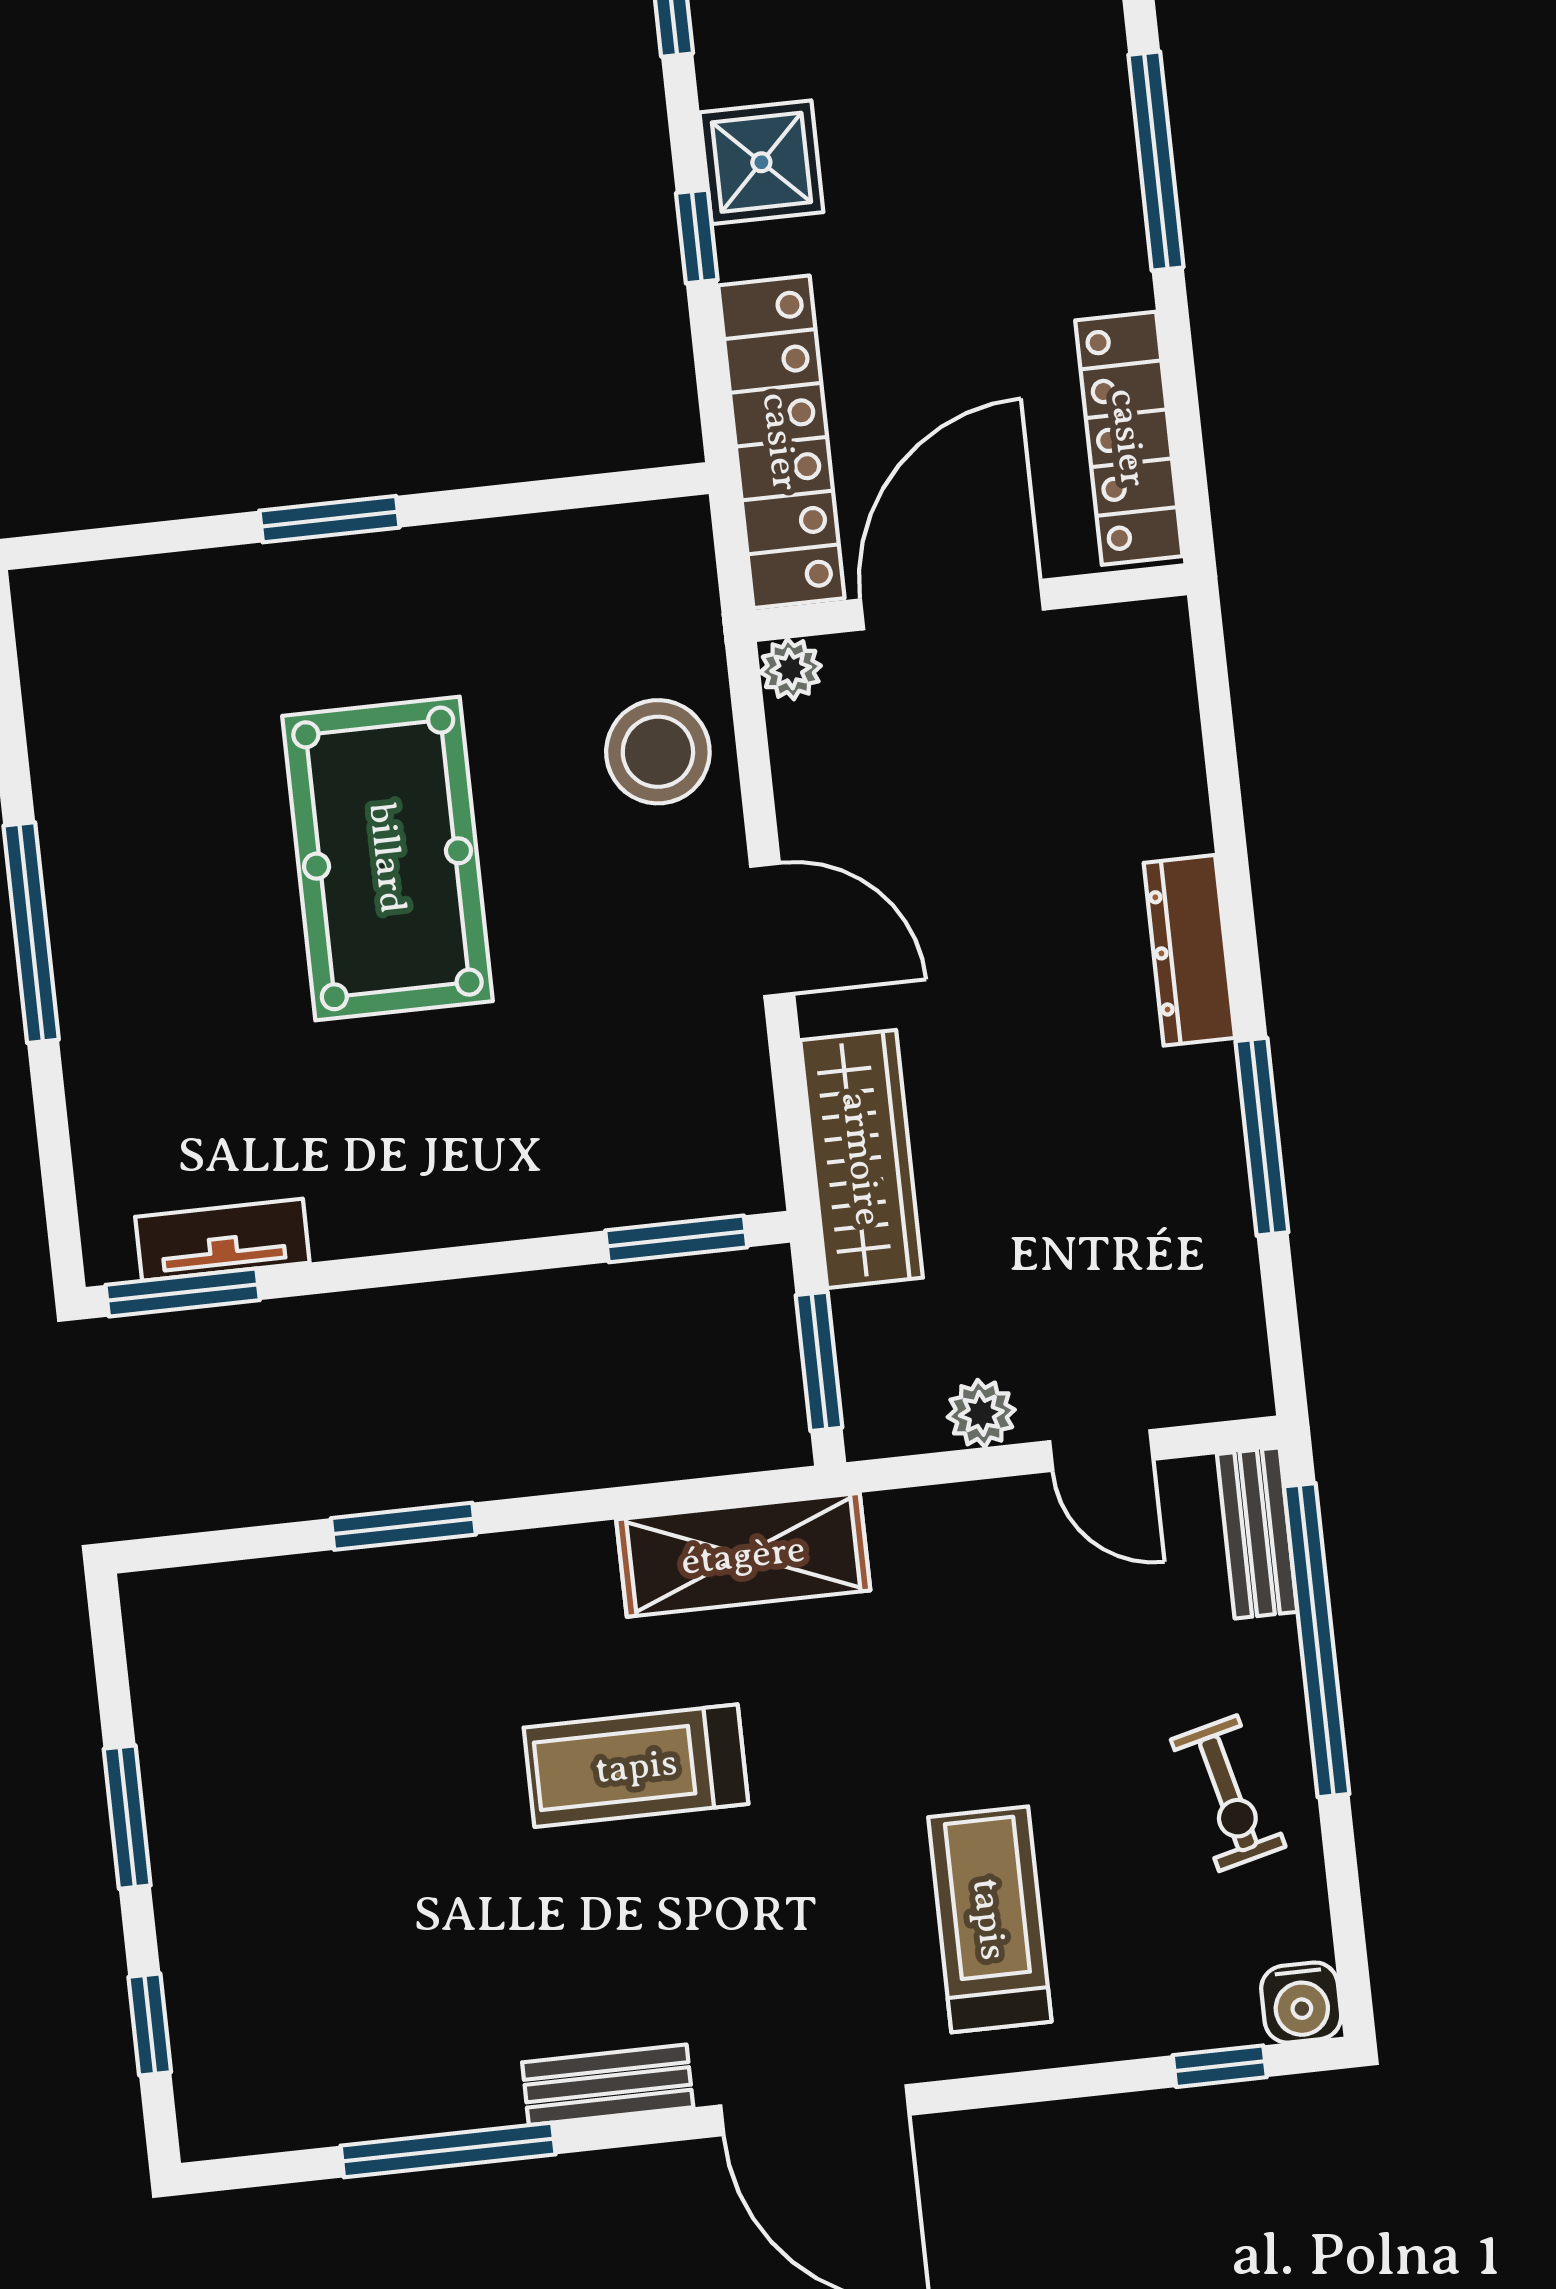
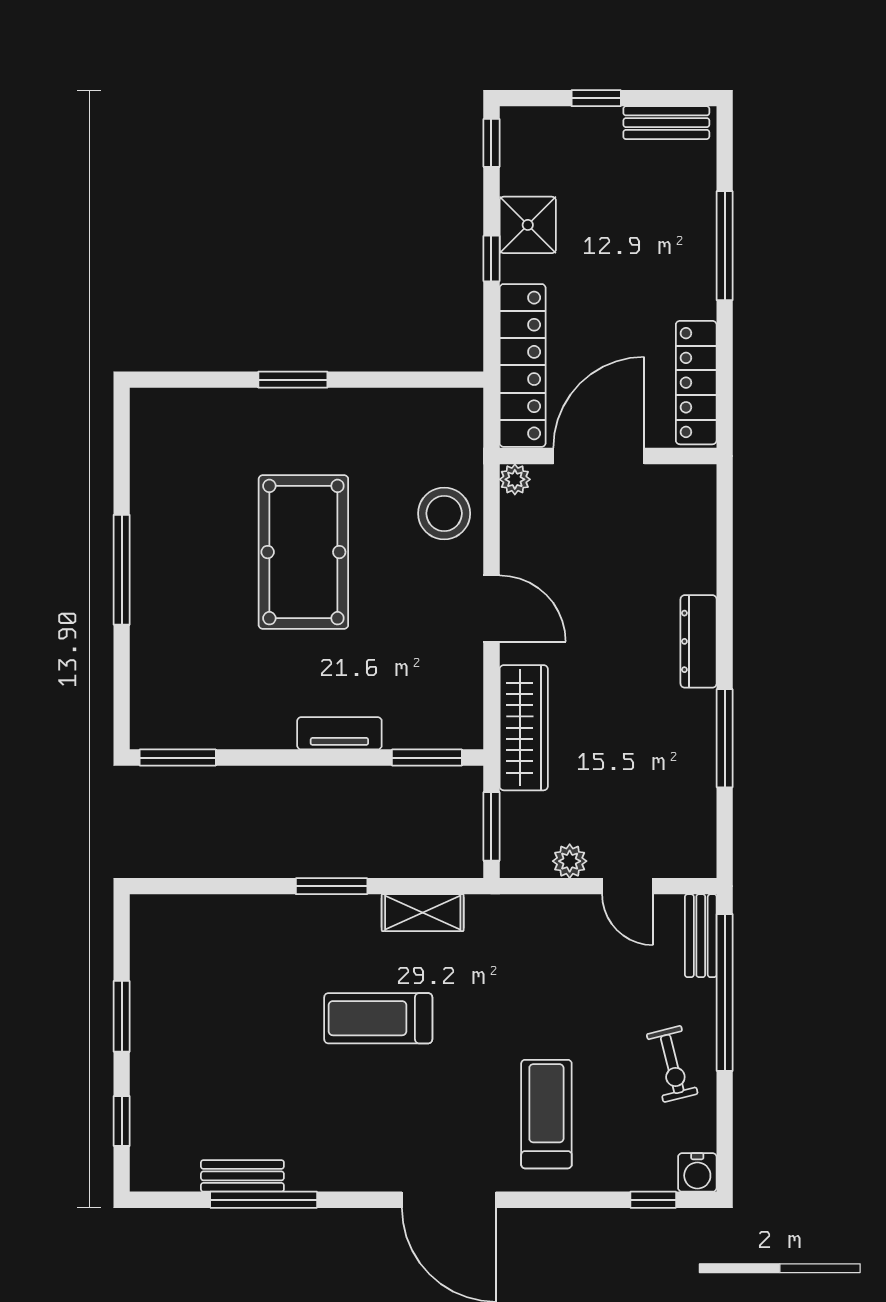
tv unit: (222, 1240) -> (339, 733), moved
window: (403, 1526) -> (332, 886), moved
shelving: (743, 1555) -> (423, 913), width x0.67, depth x0.75
bench: (608, 2085) -> (242, 1176), moved

